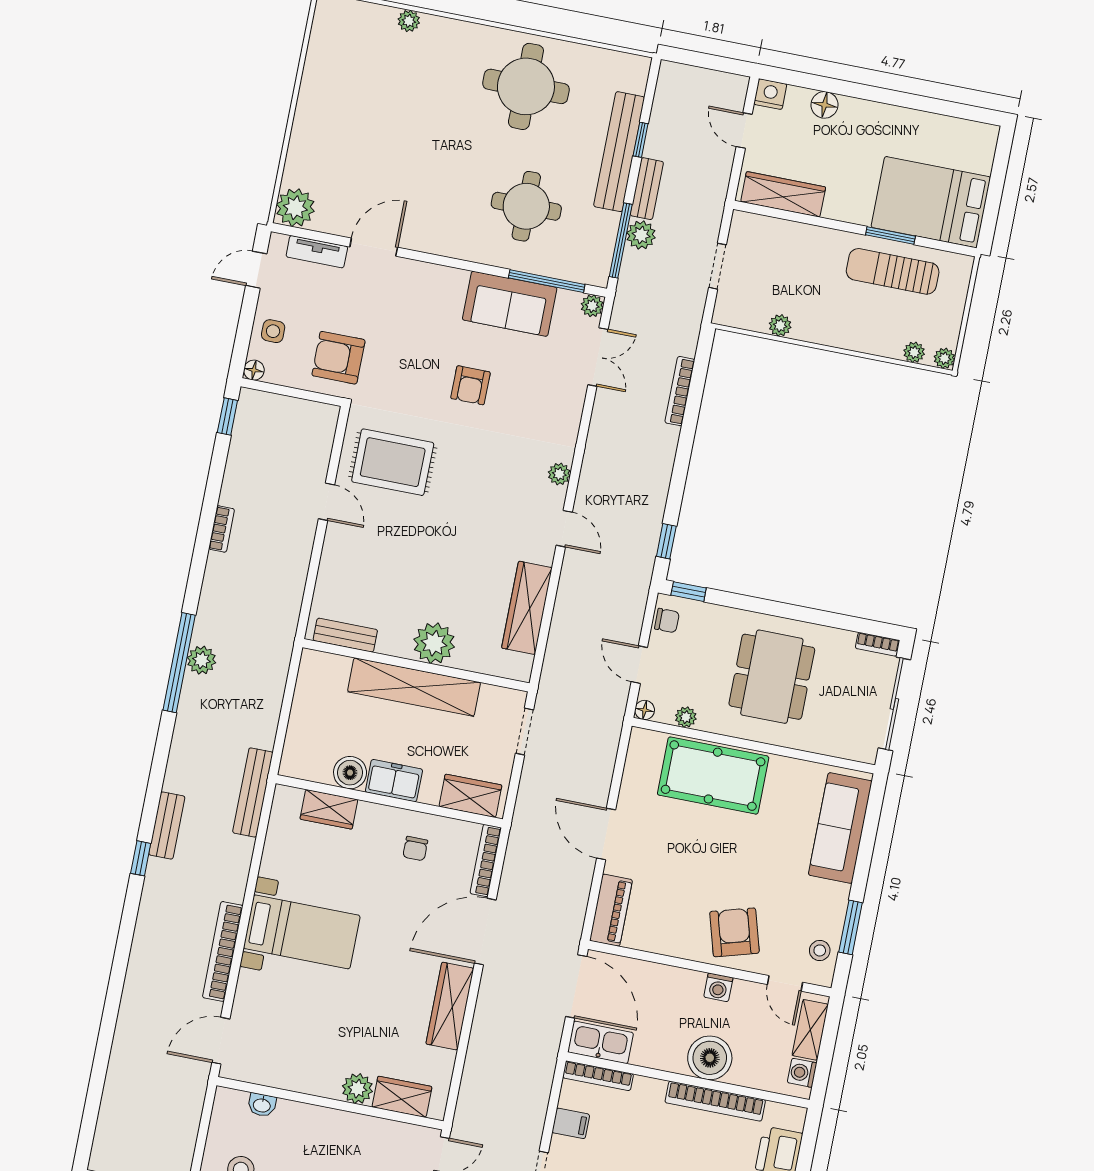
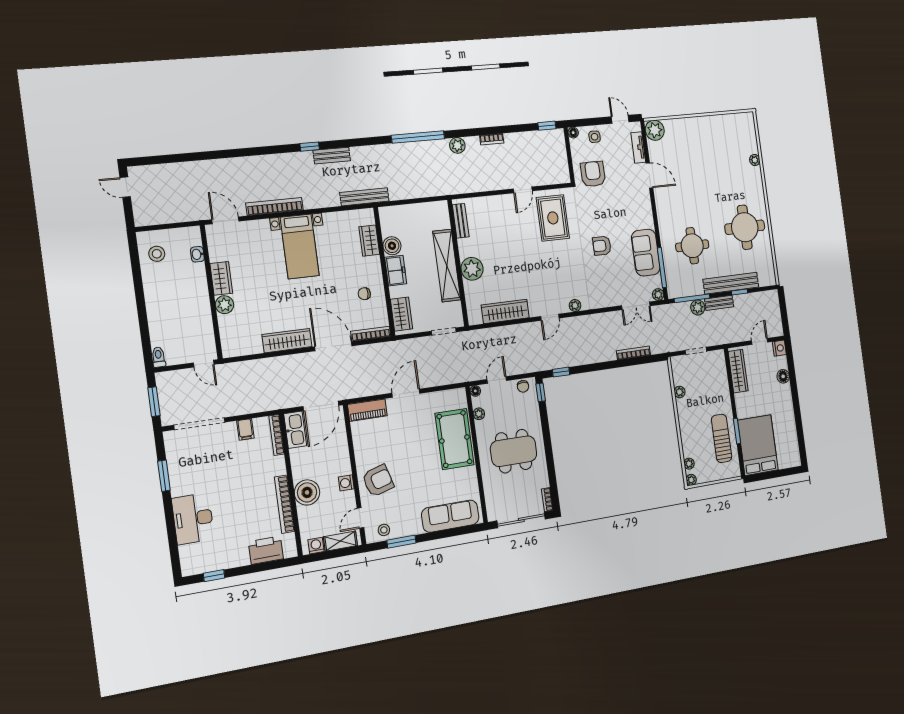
plant: (201, 660) -> (457, 145), moved
wardrobe: (402, 1097) -> (221, 278), moved

